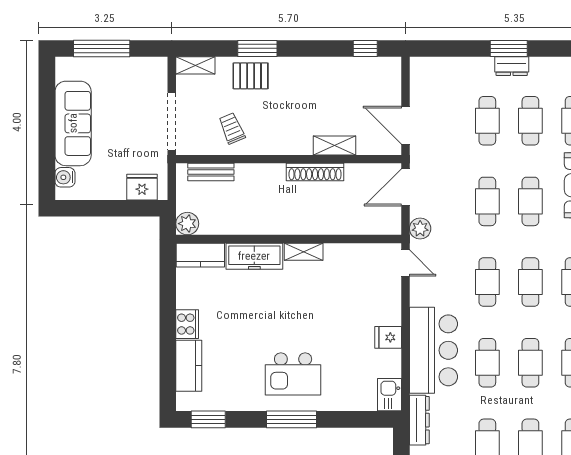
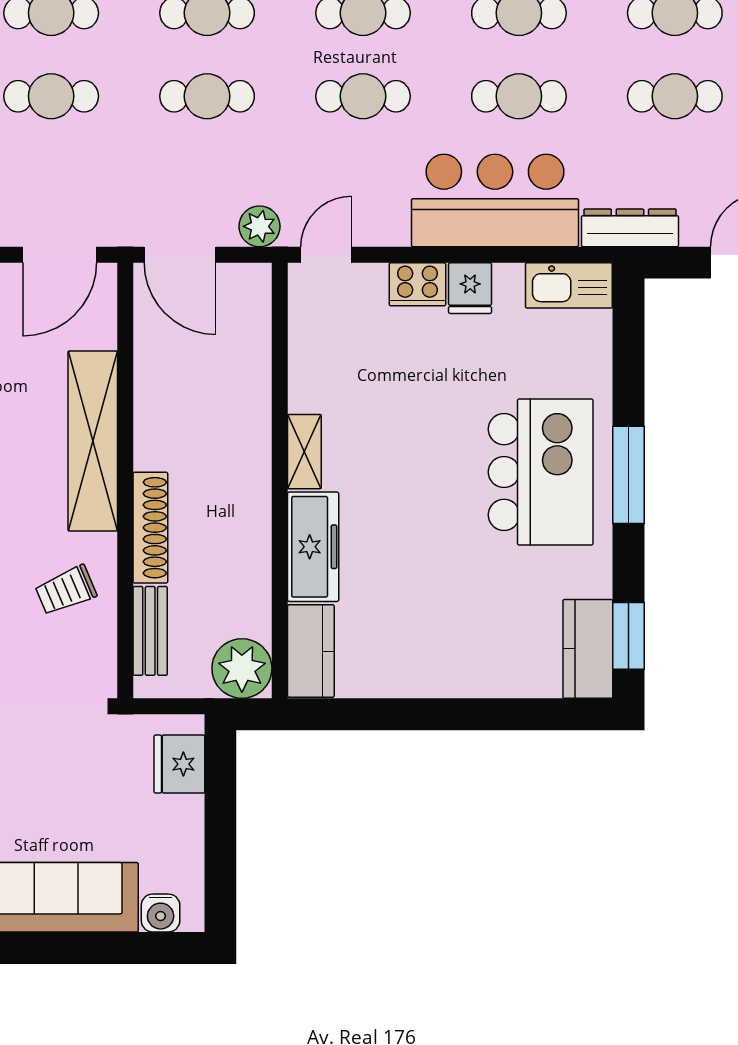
shelving: (334, 145) -> (93, 441), width x2.20, depth x1.33
shoe rack: (315, 172) -> (150, 528), moved
plant: (187, 224) -> (242, 668), width x1.36, depth x1.36
cooker: (187, 324) -> (417, 284), moved, turned 180
kitchen counter: (189, 366) -> (588, 649), moved, turned -90
kitchen island: (293, 374) -> (541, 472), width x1.37, depth x1.28
kitchen sink: (390, 395) -> (569, 285), width x1.38

